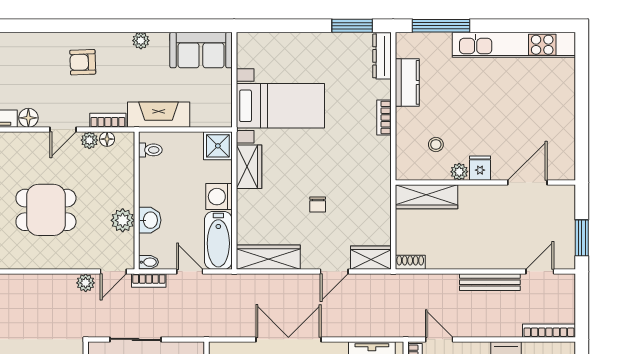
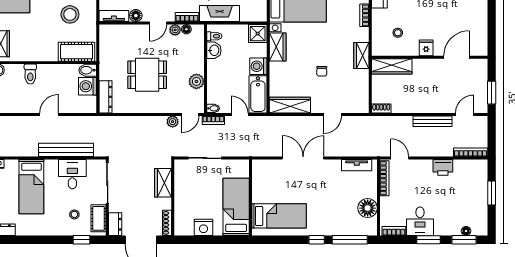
plant: (459, 172) -> (413, 50), removed
washbasin: (150, 220) -> (214, 50), moved
wardrobe: (371, 258) -> (361, 55), moved, turned -90

